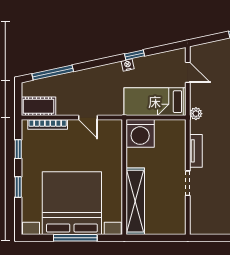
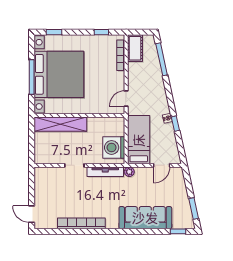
door: (88, 117) -> (126, 98), moved
washing machine: (140, 133) -> (114, 147), moved
tv unit: (196, 151) -> (105, 172), width x1.41
window: (18, 187) -> (54, 32), moved

